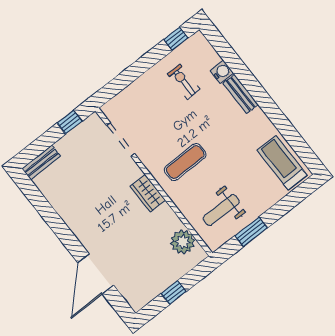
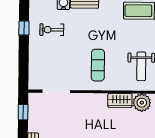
window: (176, 39) -> (24, 28), moved
wardrobe: (148, 193) -> (120, 100), moved

